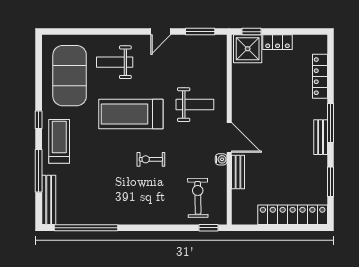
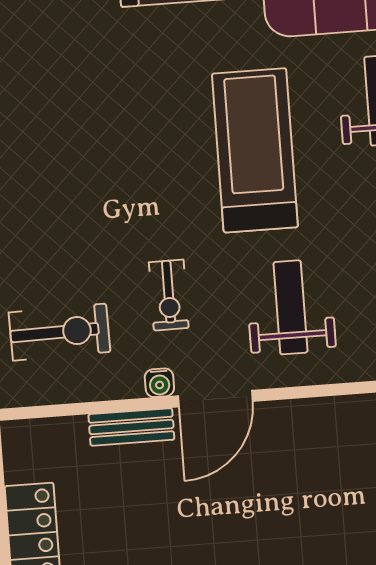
weight bench: (195, 105) -> (290, 307), turned 180
exercise bike: (151, 159) -> (169, 295), moved, turned 180

